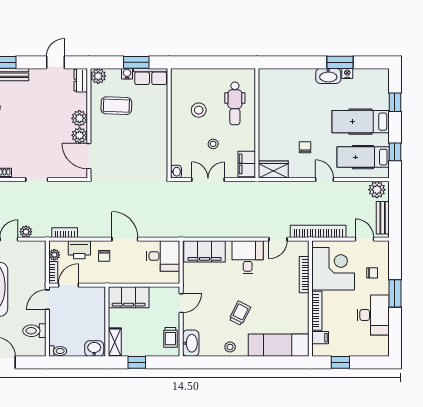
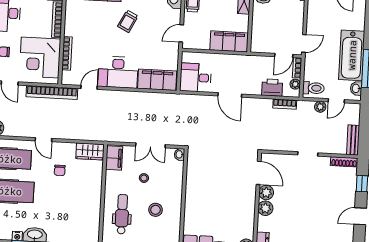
coffee table: (116, 106) -> (231, 218), removed
chair: (104, 256) -> (250, 81), removed
desk: (248, 257) -> (118, 72), width x1.37
toilet: (34, 331) -> (313, 88), moved

